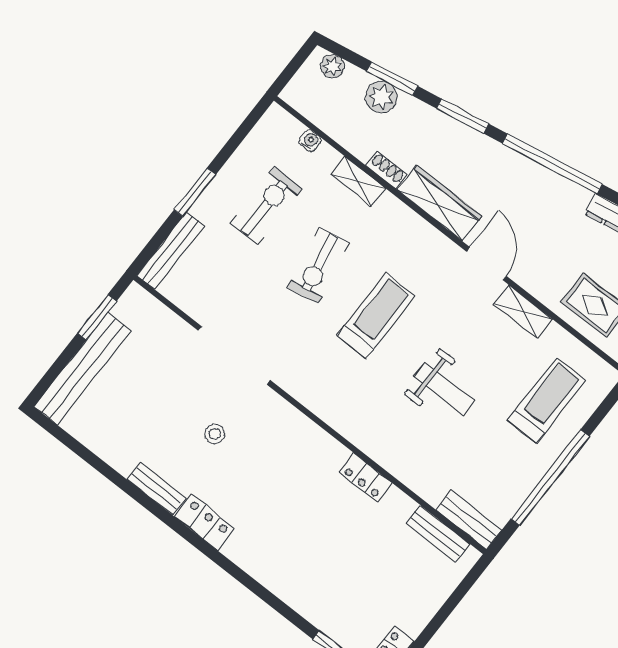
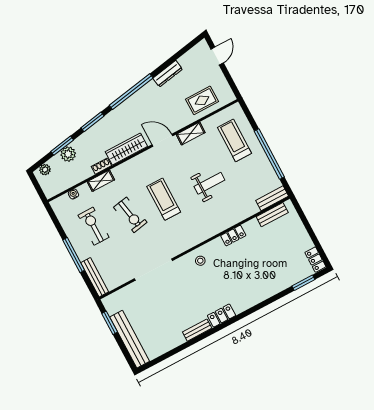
window: (195, 192) -> (74, 255), width x1.44
stool: (215, 434) -> (200, 261), moved

